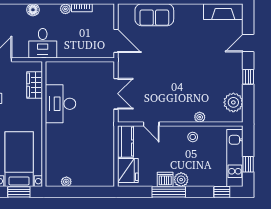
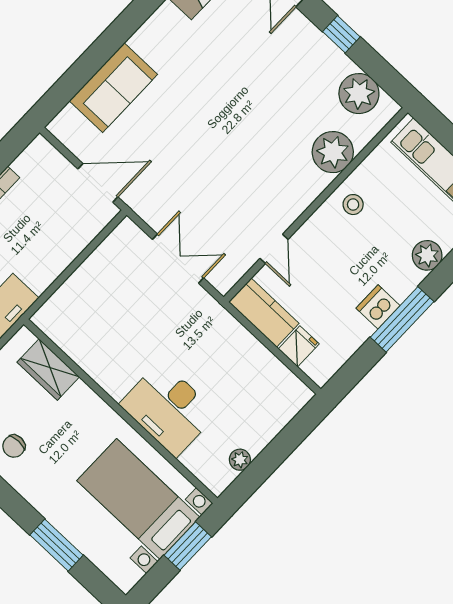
desk: (60, 104) -> (168, 409), moved
plant: (200, 117) -> (333, 152), width x1.88, depth x1.88
door: (151, 124) -> (274, 249), hinge flipped
fridge: (128, 170) -> (299, 346), width x0.53, depth x0.75
plant: (181, 180) -> (427, 255), moved

